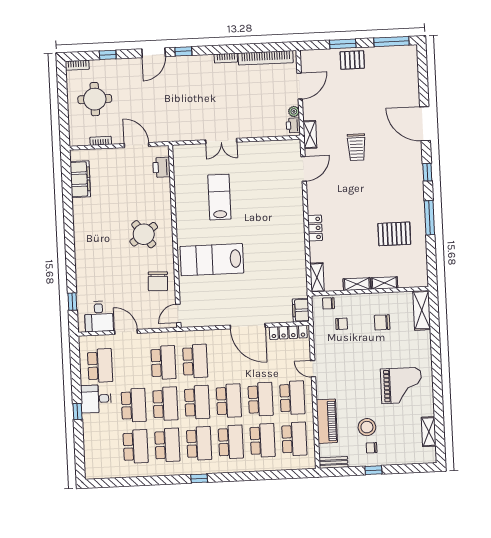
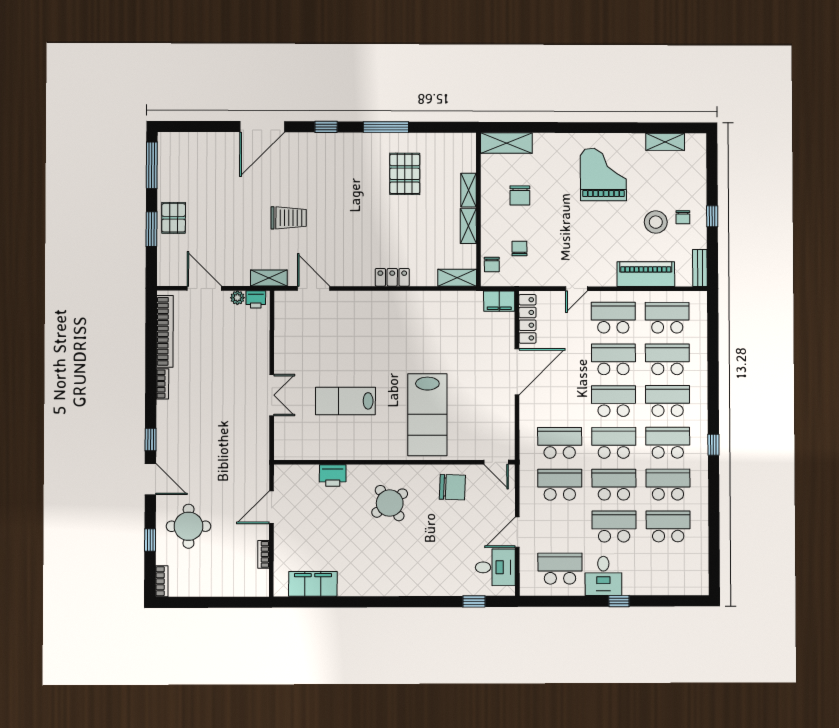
round table: (95, 99) -> (189, 526), moved
printer: (161, 167) -> (333, 475), moved

